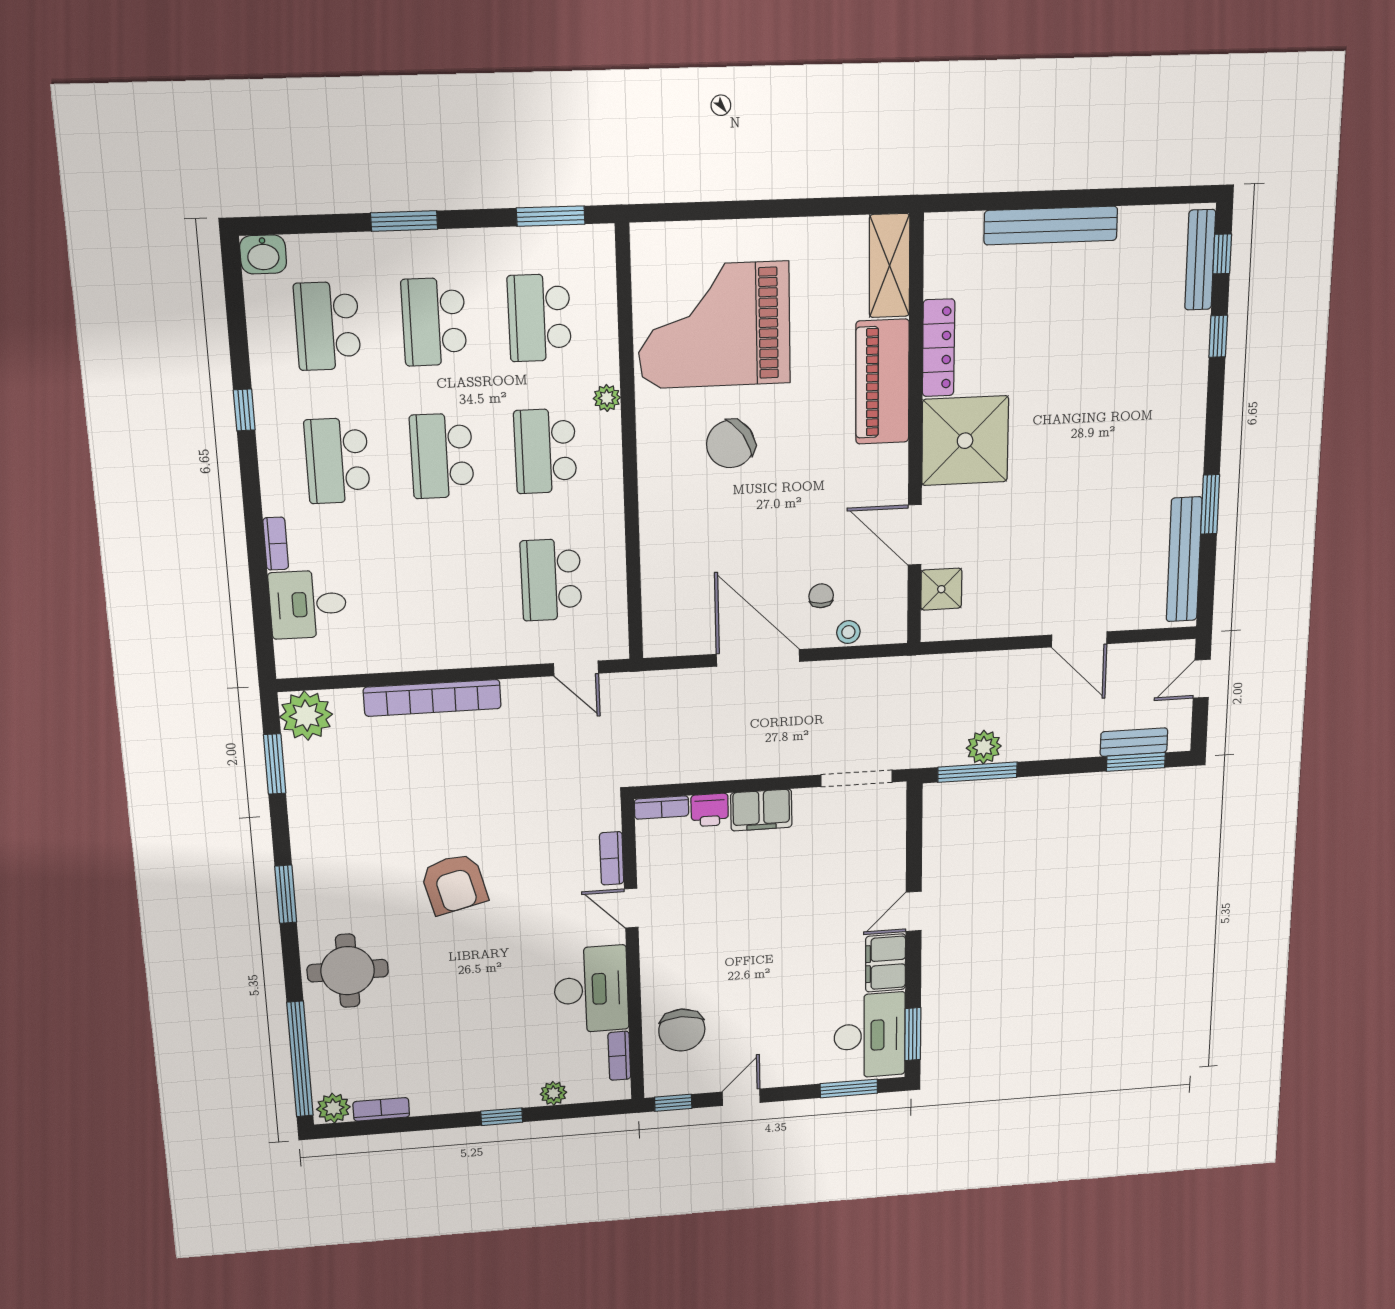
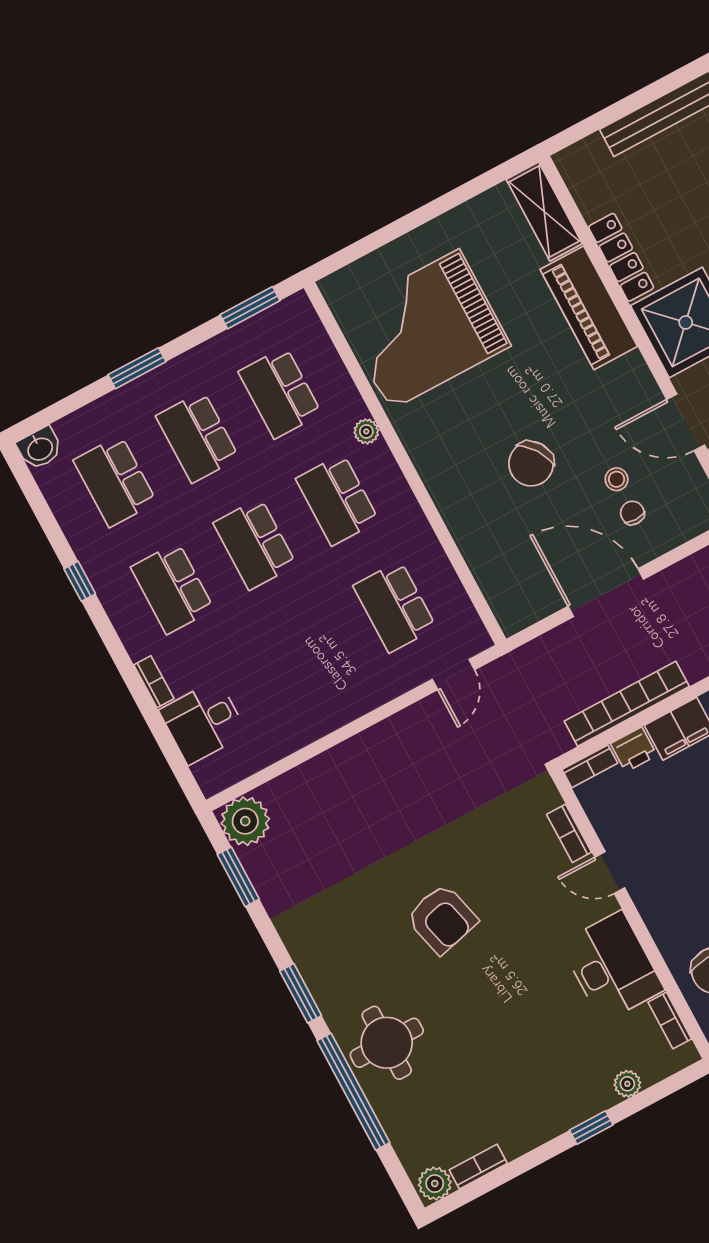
chair: (731, 444) -> (531, 464), moved
stool: (848, 632) -> (617, 479), moved
door: (576, 668) -> (453, 674), hinge flipped
bookcase: (432, 698) -> (627, 704), moved, turned 180
window: (300, 1059) -> (353, 1092), moved

